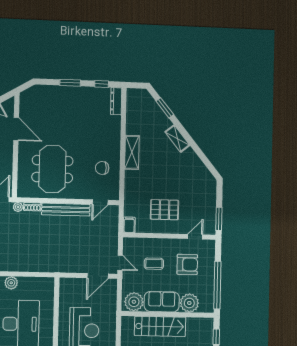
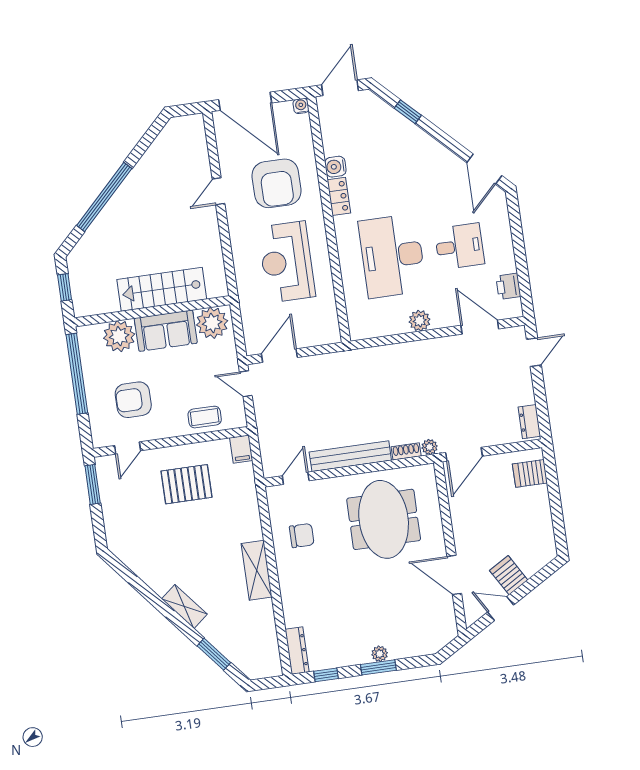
plant: (68, 91) -> (380, 654), added
coffee table: (154, 264) -> (205, 417), moved

